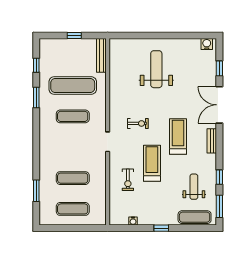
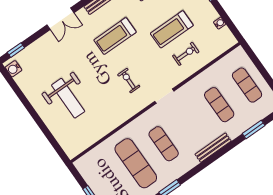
bench: (101, 55) -> (213, 148), moved
window: (219, 68) -> (16, 50), moved
weight bench: (156, 69) -> (68, 98), turned -90
double door: (219, 105) -> (60, 19), width x0.73
treadmill: (152, 163) -> (172, 29), moved

